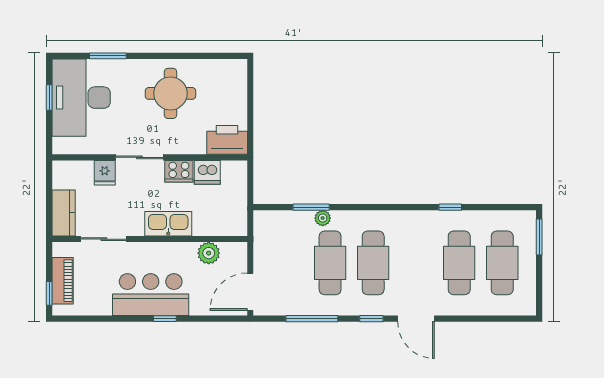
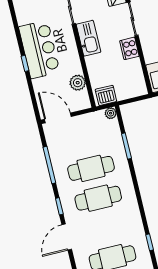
dishwasher: (207, 172) -> (106, 95), moved, turned 90
plant: (323, 218) -> (111, 113), moved
kitchen sink: (168, 224) -> (88, 38), moved

